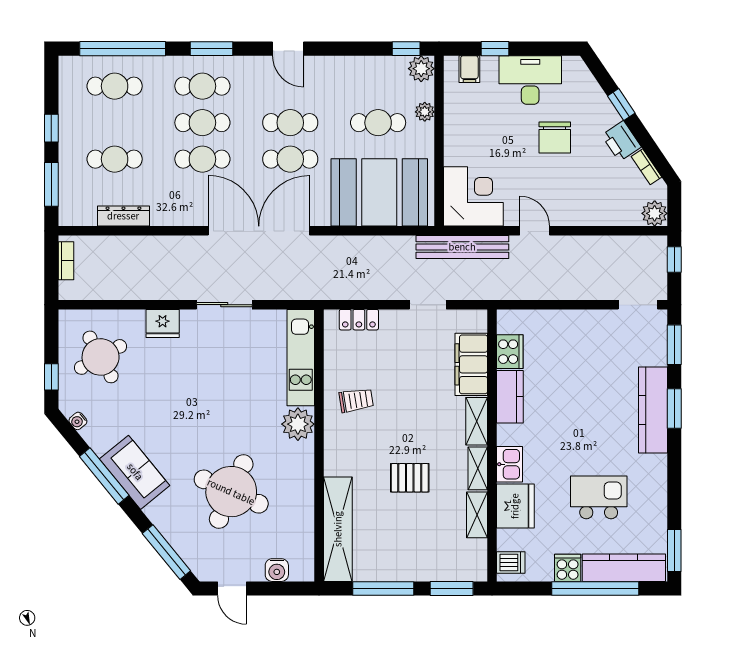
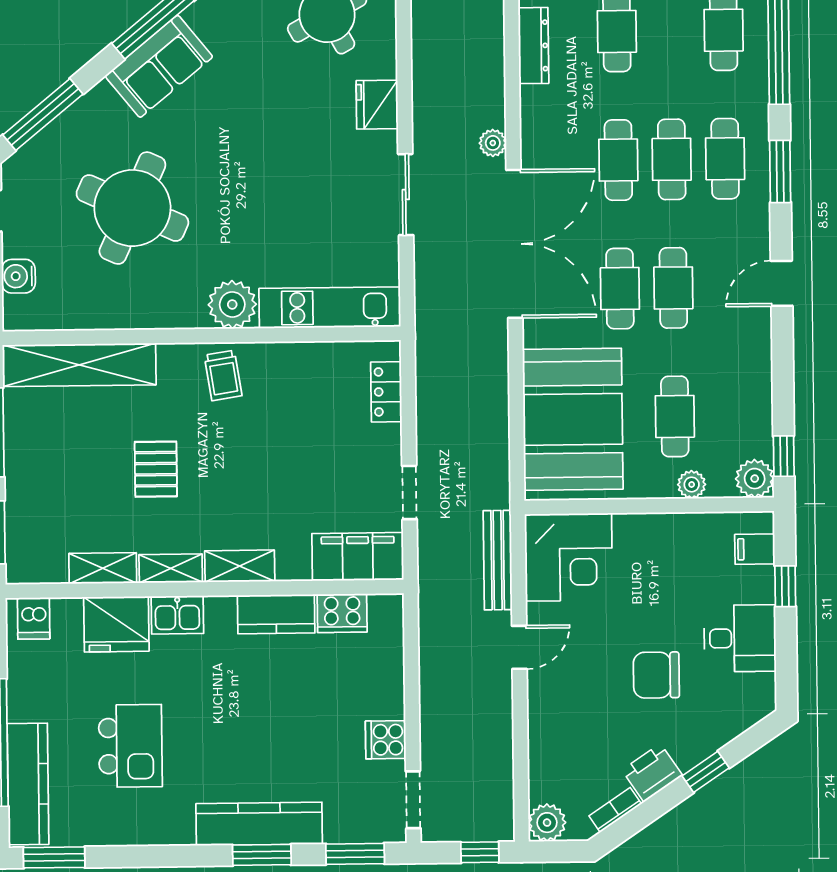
desk: (530, 80) -> (740, 638), width x0.73
plant: (190, 245) -> (493, 143), added
bench: (462, 247) -> (498, 560), width x0.73, depth x0.82
filing cabinet: (471, 364) -> (358, 557), moved
trolley: (356, 400) -> (223, 375), moved
cooker: (568, 568) -> (386, 740), moved, turned 180

